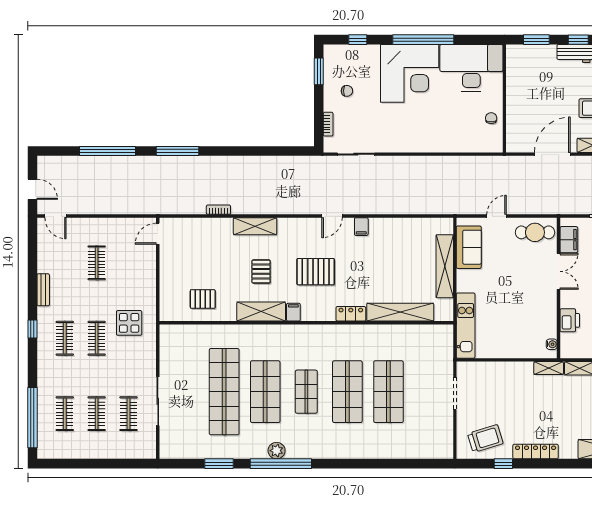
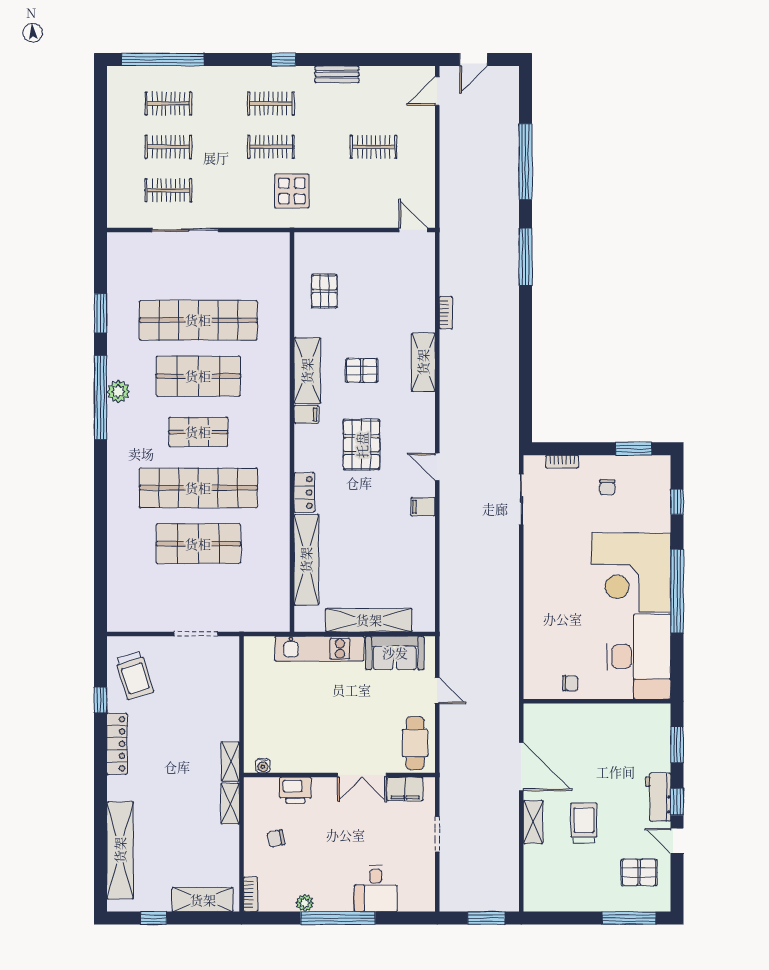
kitchen unit: (466, 326) -> (319, 649), moved
shop shelf: (347, 392) -> (198, 488), width x1.40

